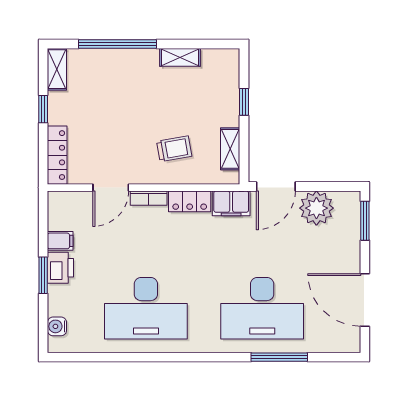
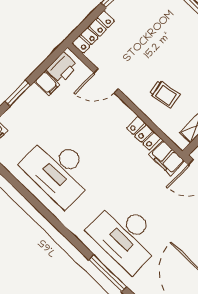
bookcase: (149, 198) -> (122, 108), removed
printer: (60, 268) -> (62, 68), moved

